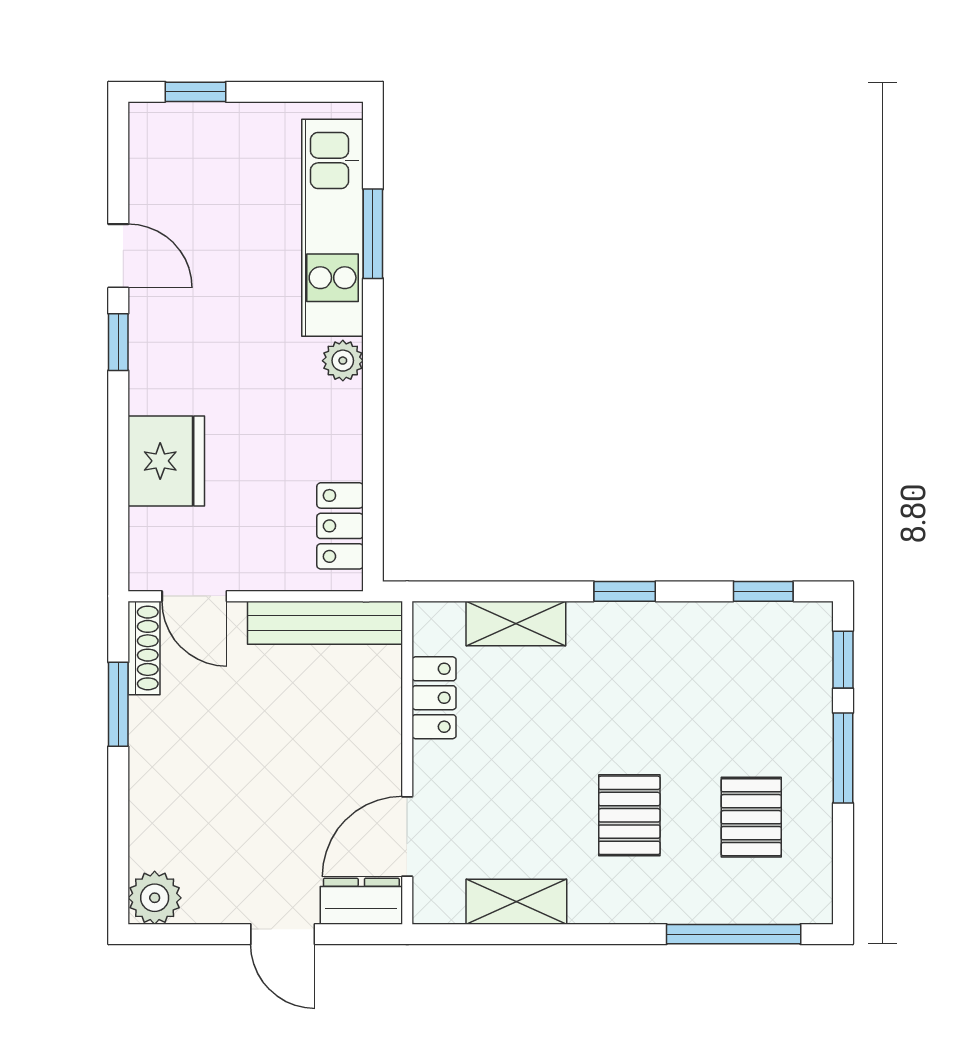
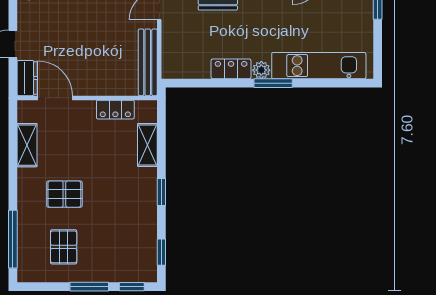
window: (373, 234) -> (273, 83), moved
locker: (340, 526) -> (231, 69), moved
pallet: (751, 817) -> (64, 247), turned 90

